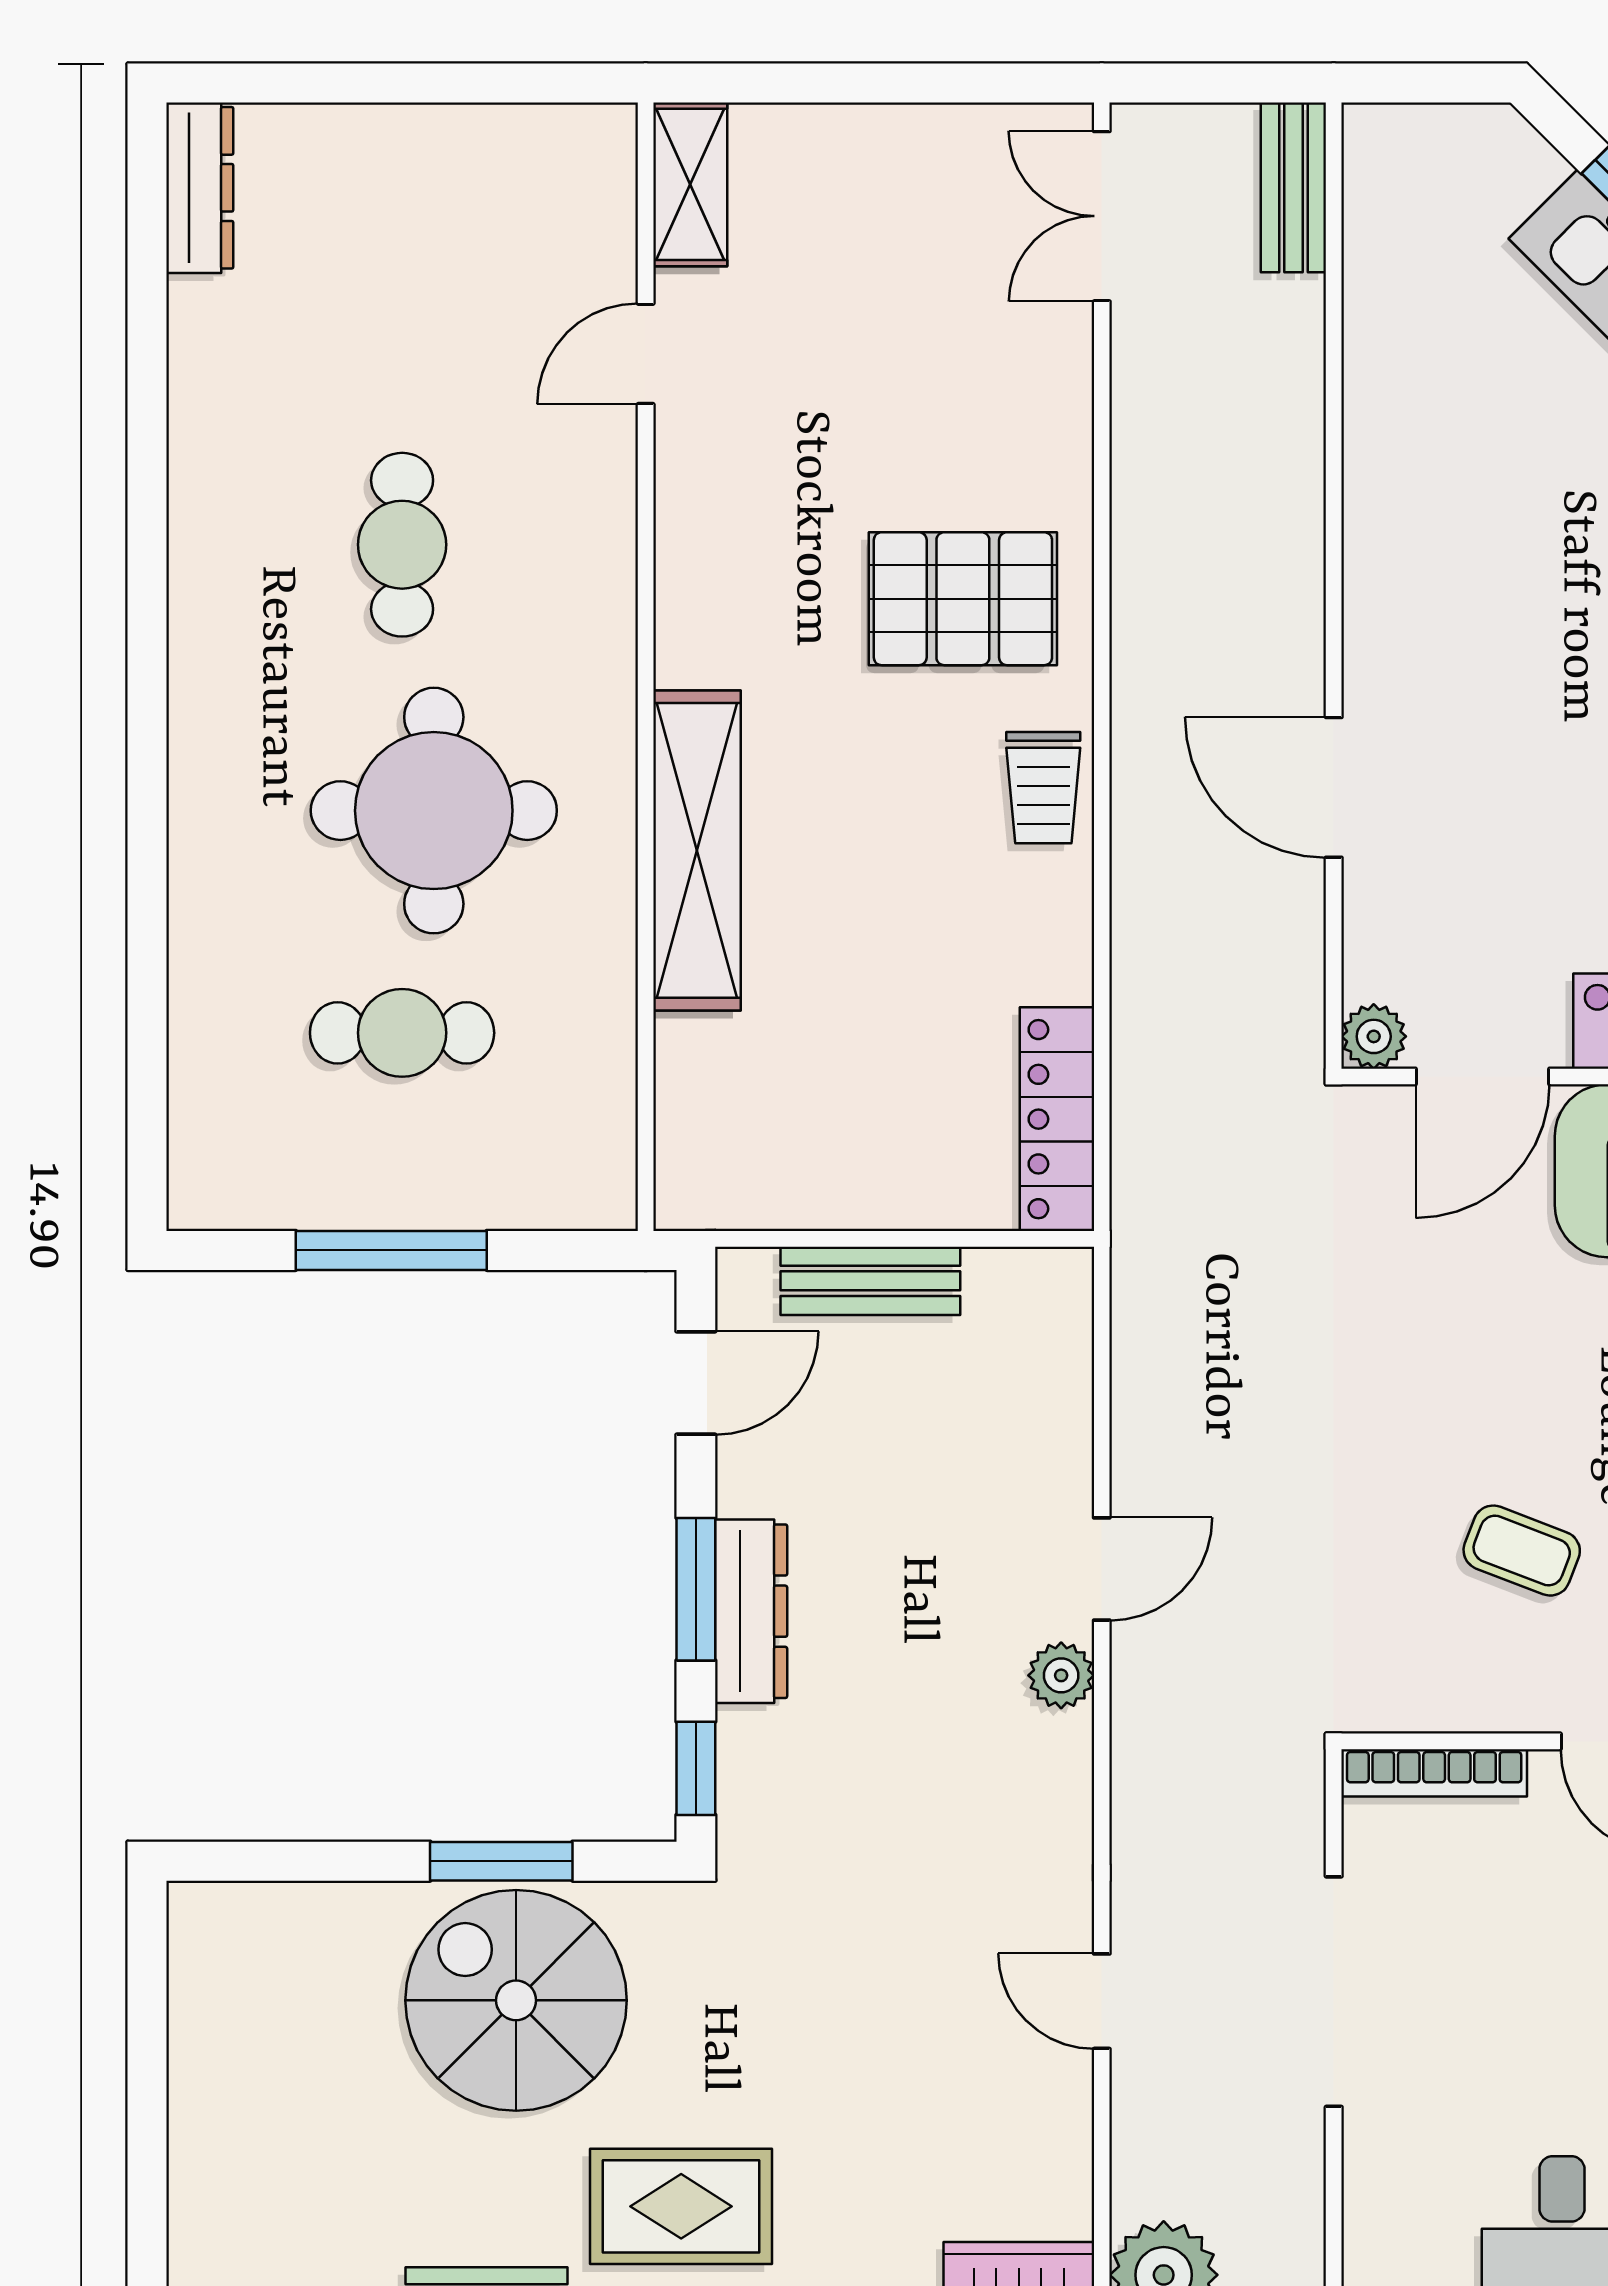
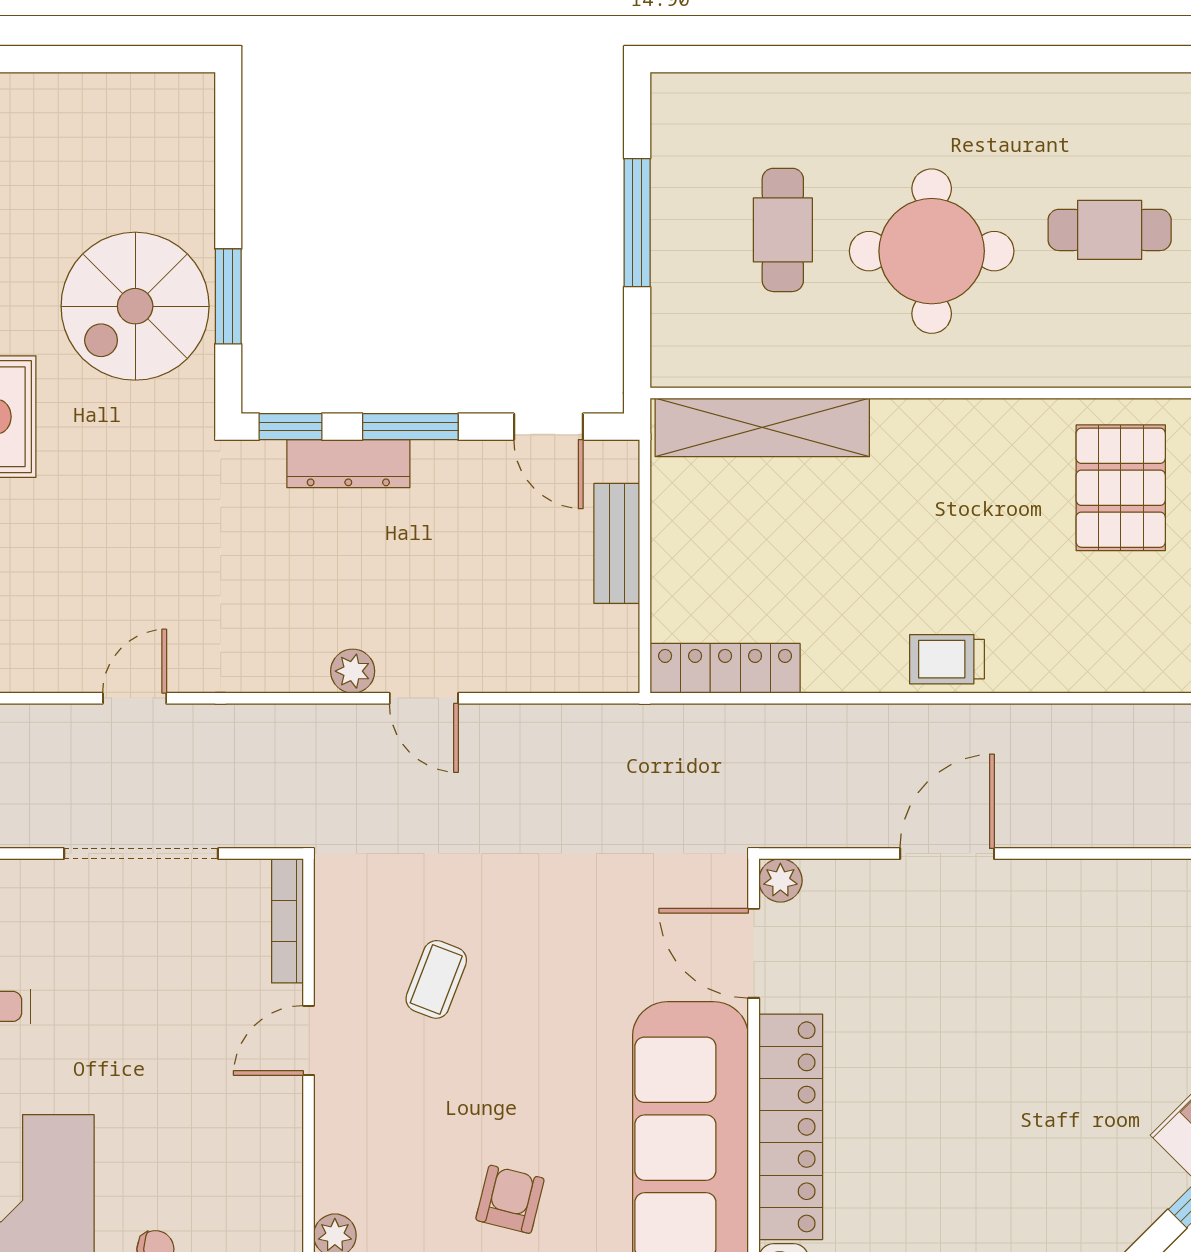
pallet: (963, 599) -> (1121, 488), moved
shelving: (697, 850) -> (762, 427), moved
dresser: (751, 1611) -> (348, 464), moved
spiral stairs: (516, 2000) -> (135, 306), turned 180

